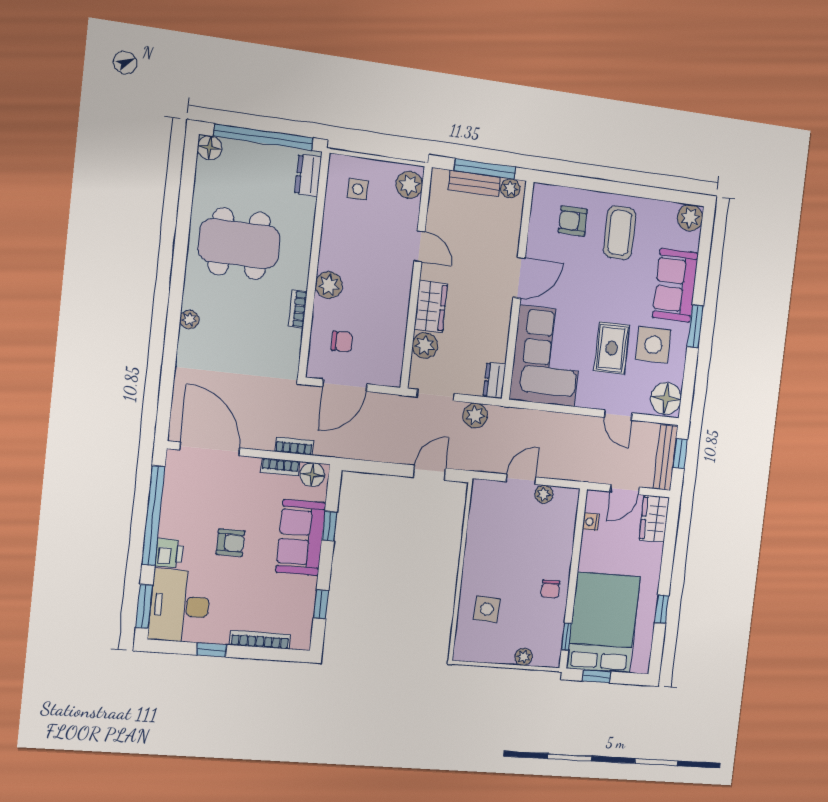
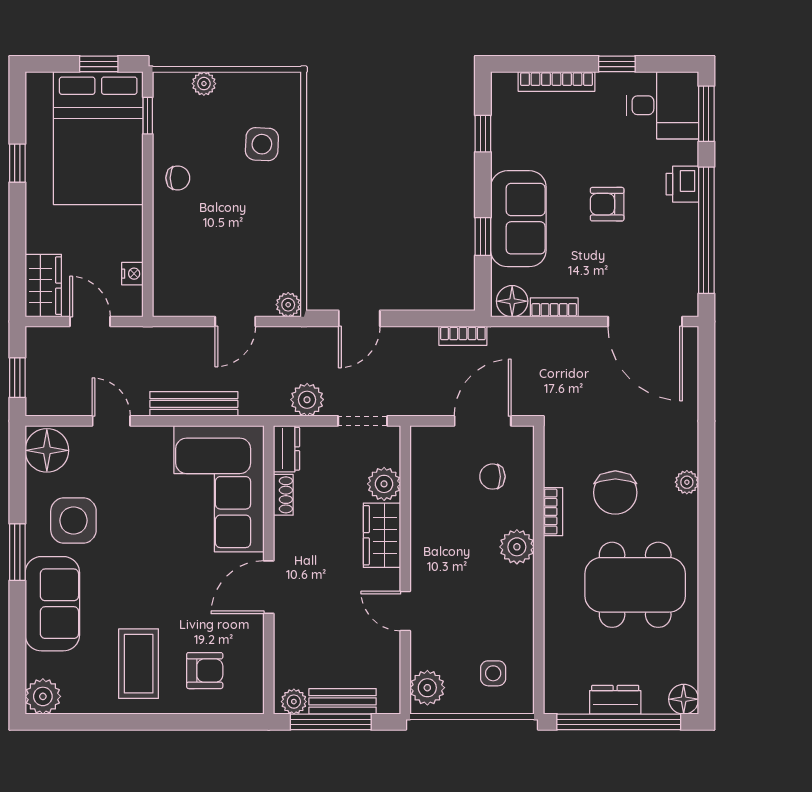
dresser: (308, 175) -> (615, 700), moved, turned -90
chair: (247, 318) -> (615, 493), added
shoe rack: (501, 346) -> (283, 495), added
rug: (612, 348) -> (131, 509), removed
bookcase: (294, 446) -> (463, 336), moved
bench: (666, 458) -> (194, 404), moved, turned 90
door: (625, 489) -> (90, 322), hinge flipped
plant: (544, 494) -> (288, 305), moved
chair: (550, 589) -> (178, 178), turned 90
desk: (180, 606) -> (662, 105), width x0.73

